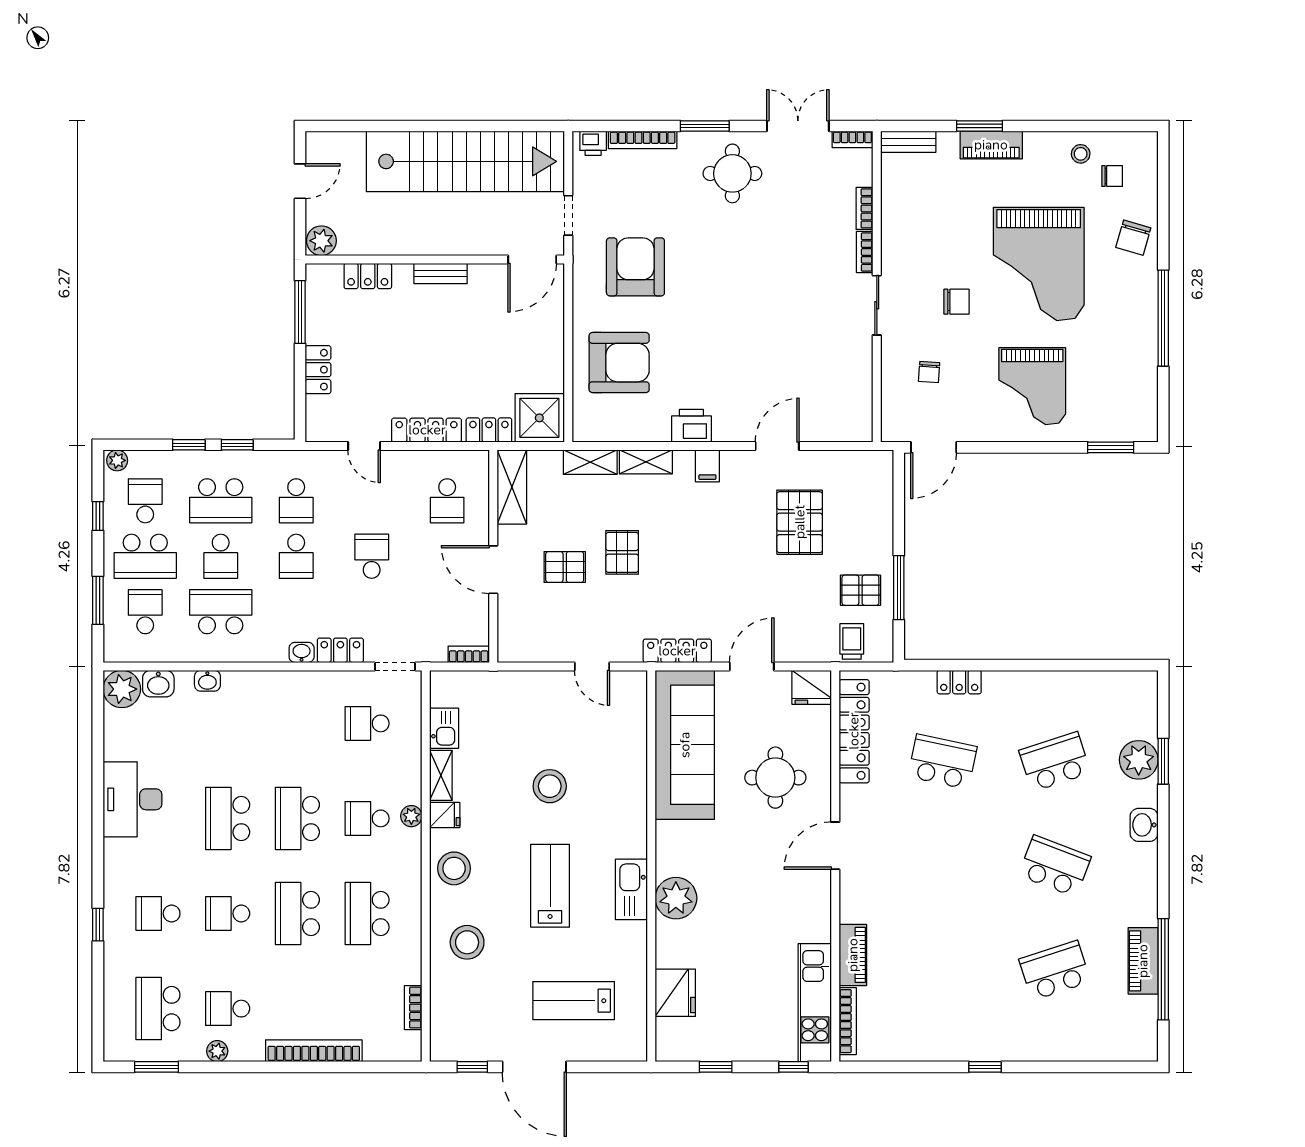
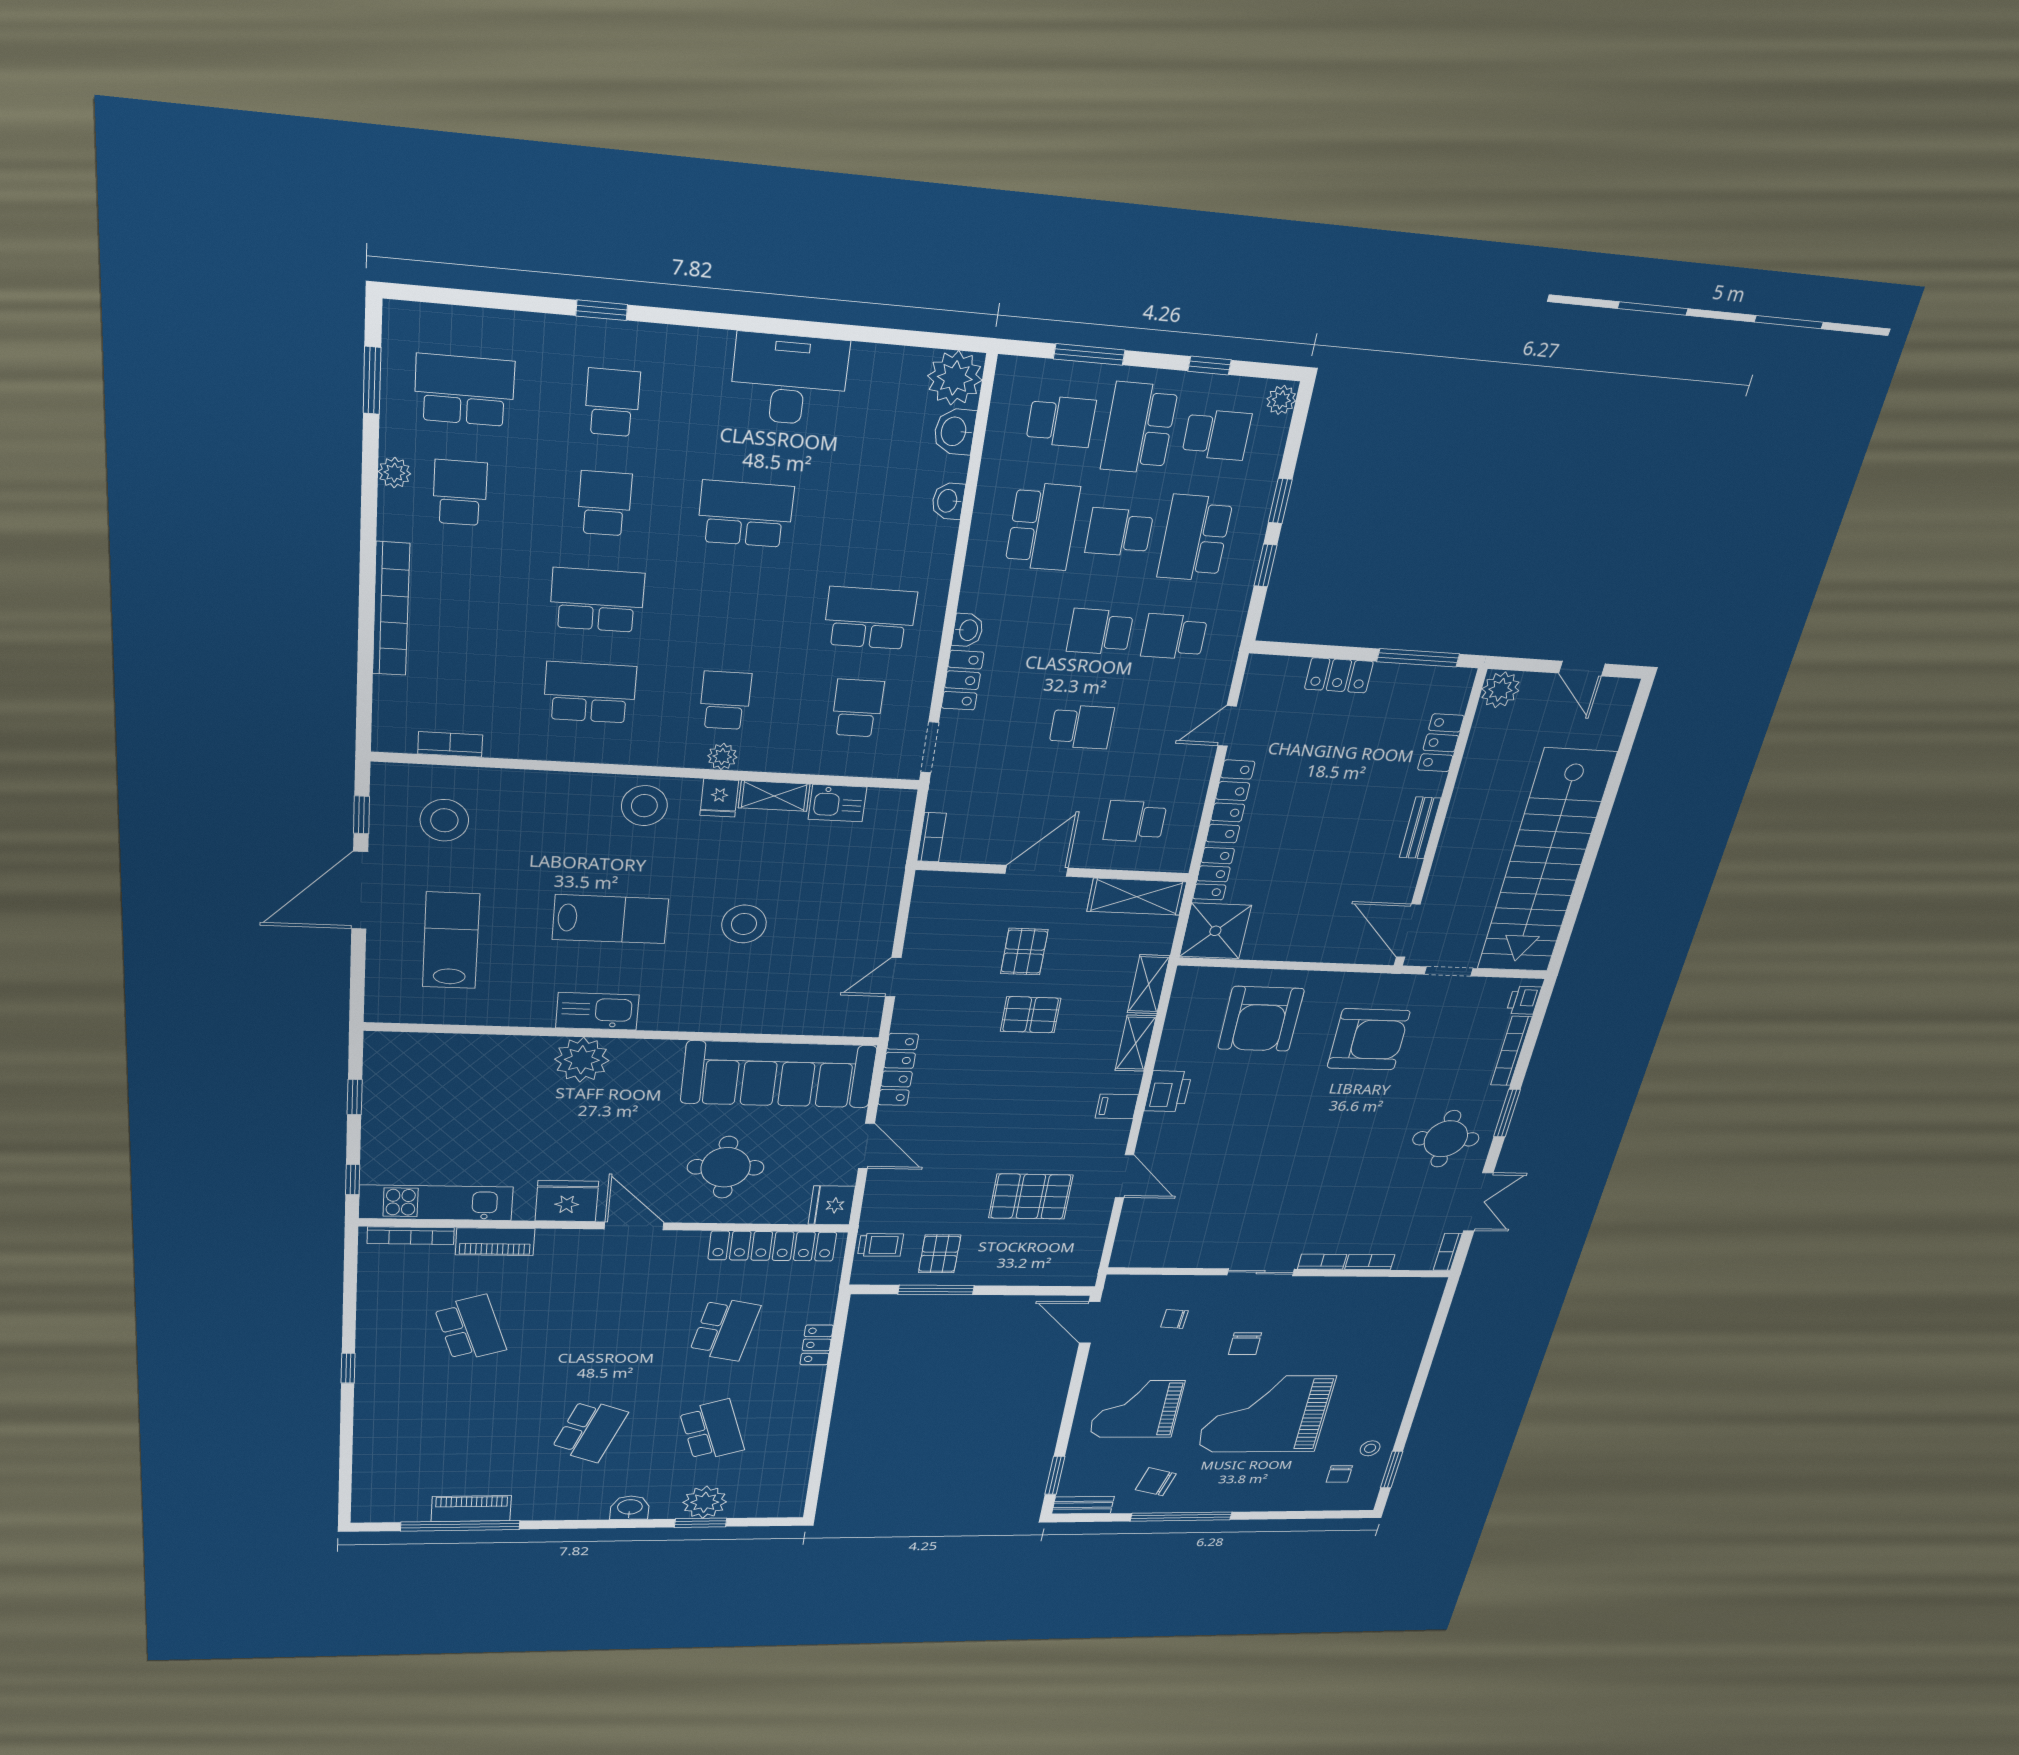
window: (980, 126) -> (1392, 1470), moved
bench: (908, 142) -> (1083, 1505), moved, turned 90
piano: (991, 145) -> (1403, 1374), removed
chair: (1133, 238) -> (1156, 1482), moved
school desk: (297, 818) -> (870, 618), moved
stool: (467, 942) -> (444, 820), moved
school desk: (1055, 970) -> (470, 1328), moved
fridge: (675, 993) -> (567, 1201), moved, turned 180

